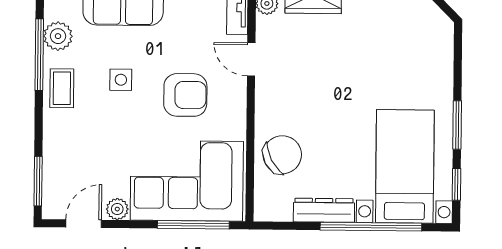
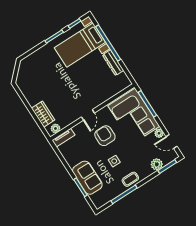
plant: (58, 36) -> (157, 164), moved
door: (251, 59) -> (88, 115), moved
chair: (282, 155) -> (104, 89), removed

